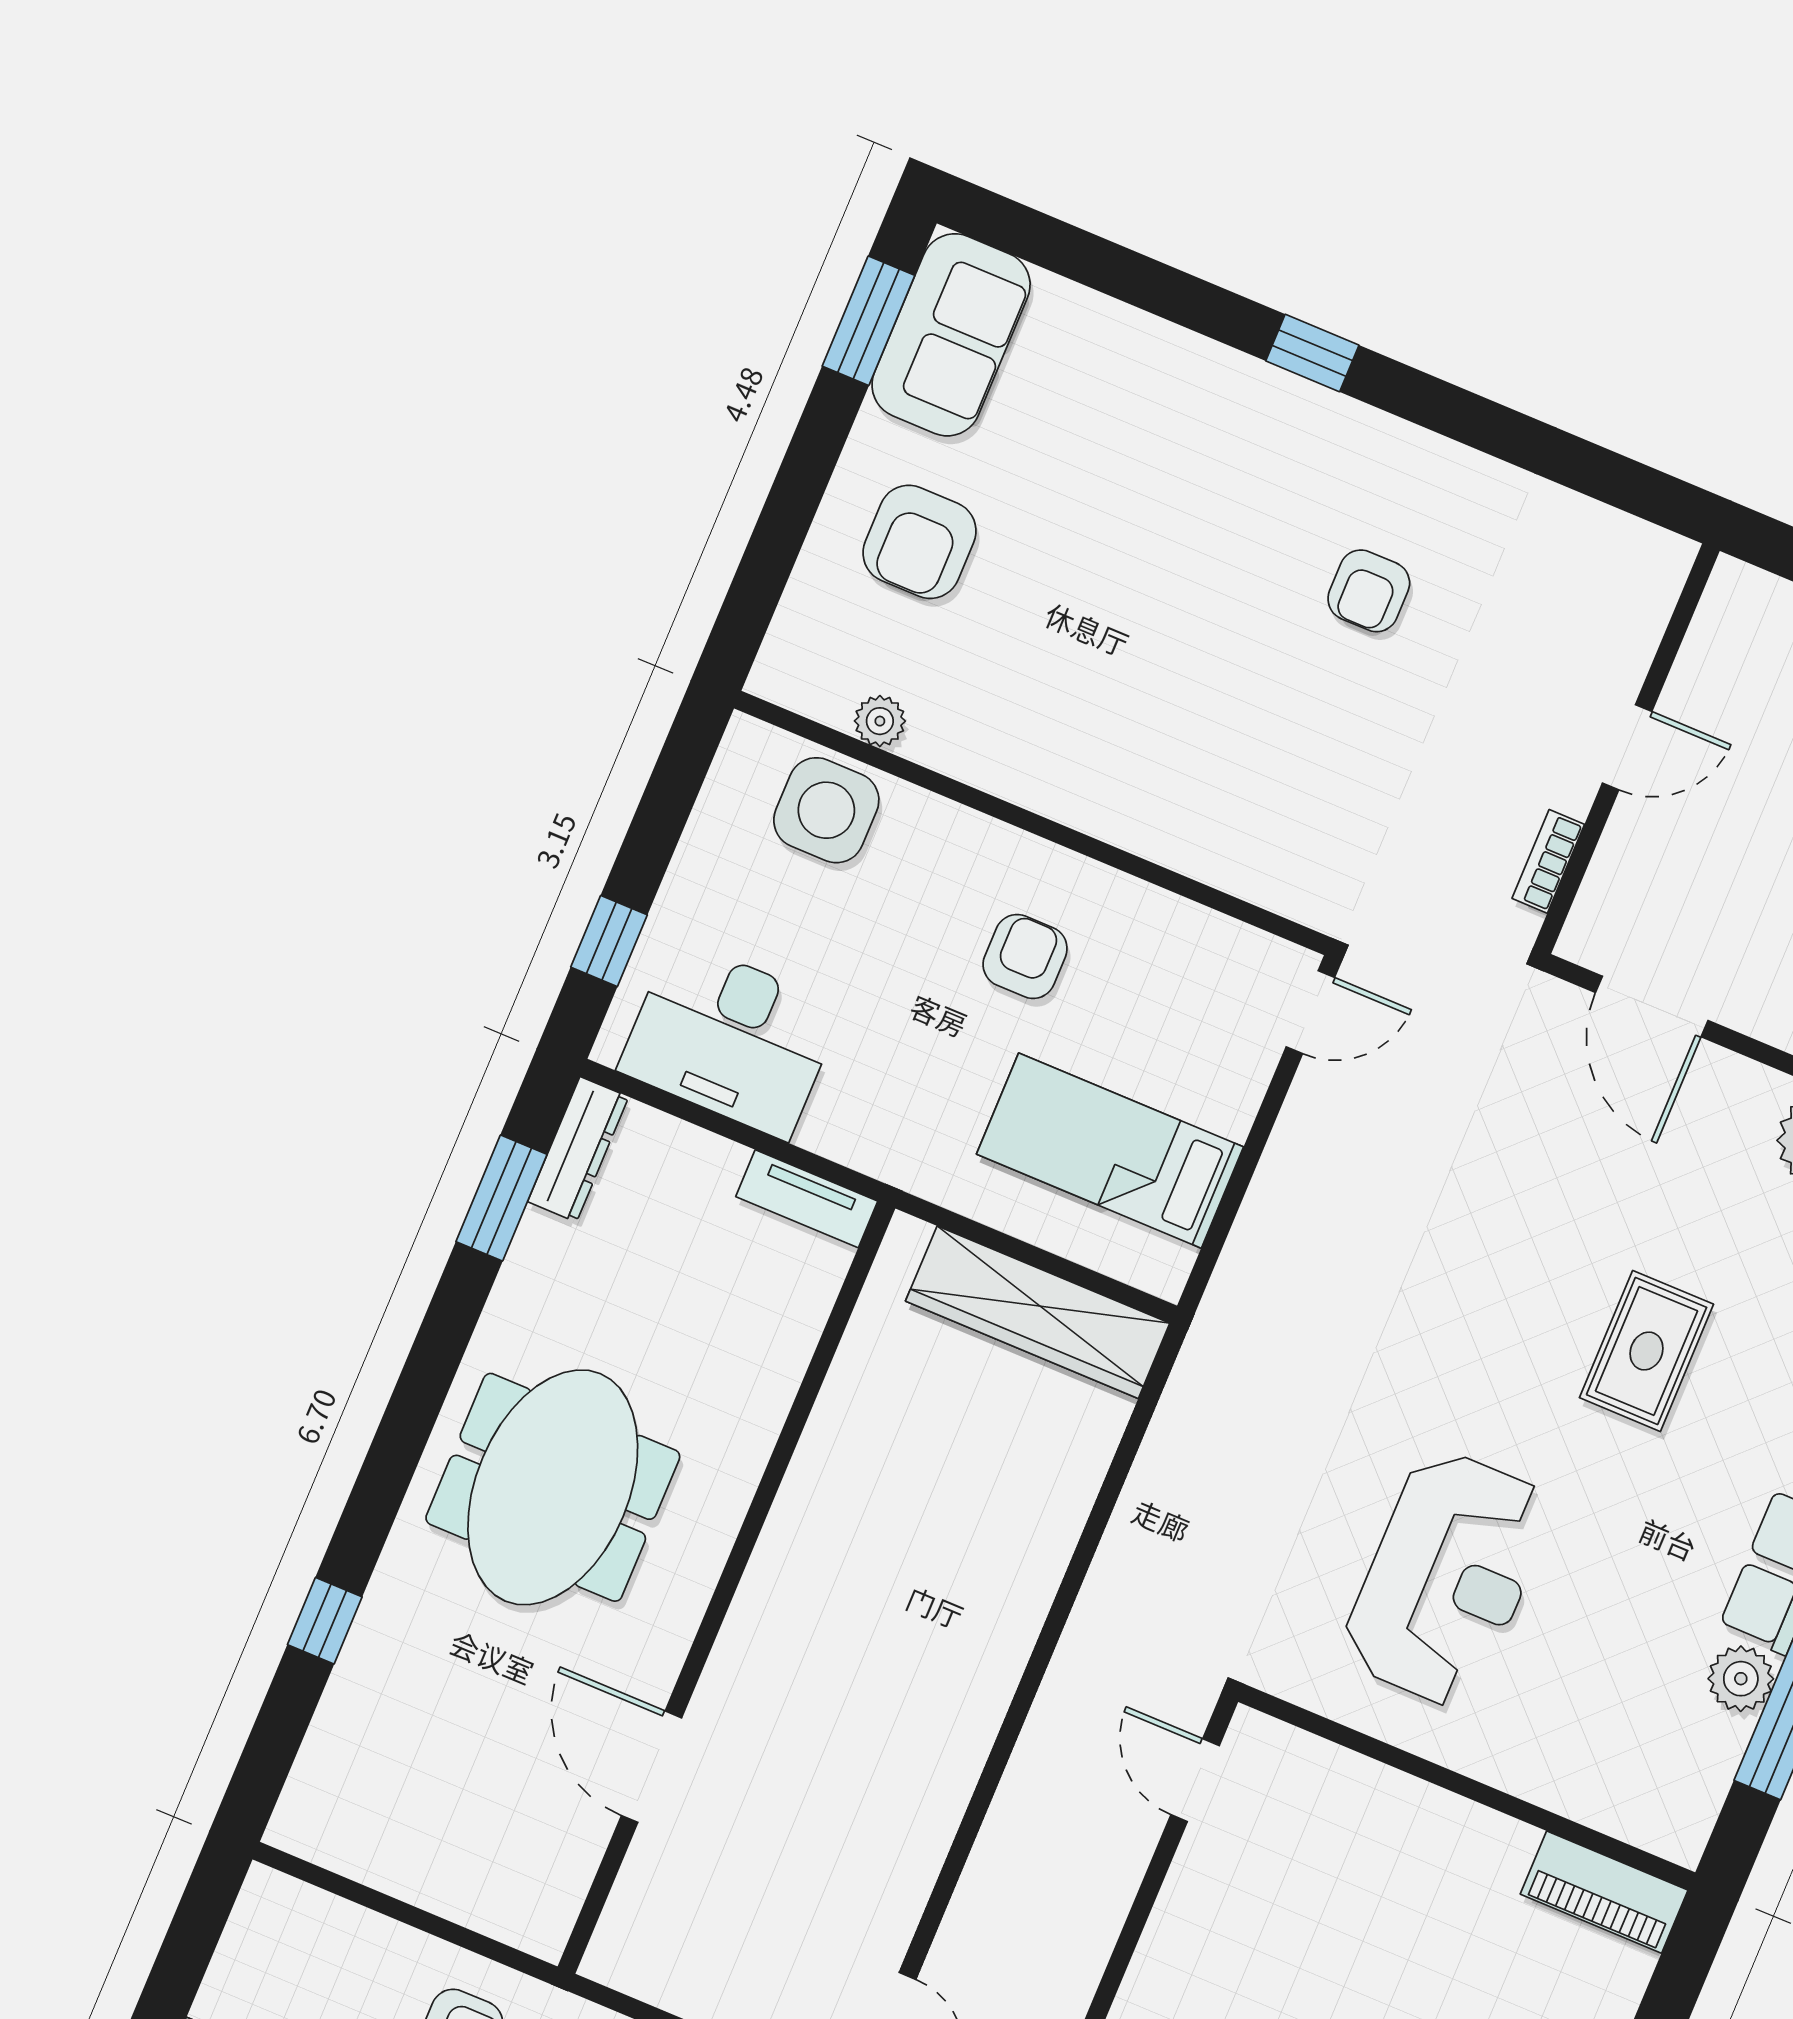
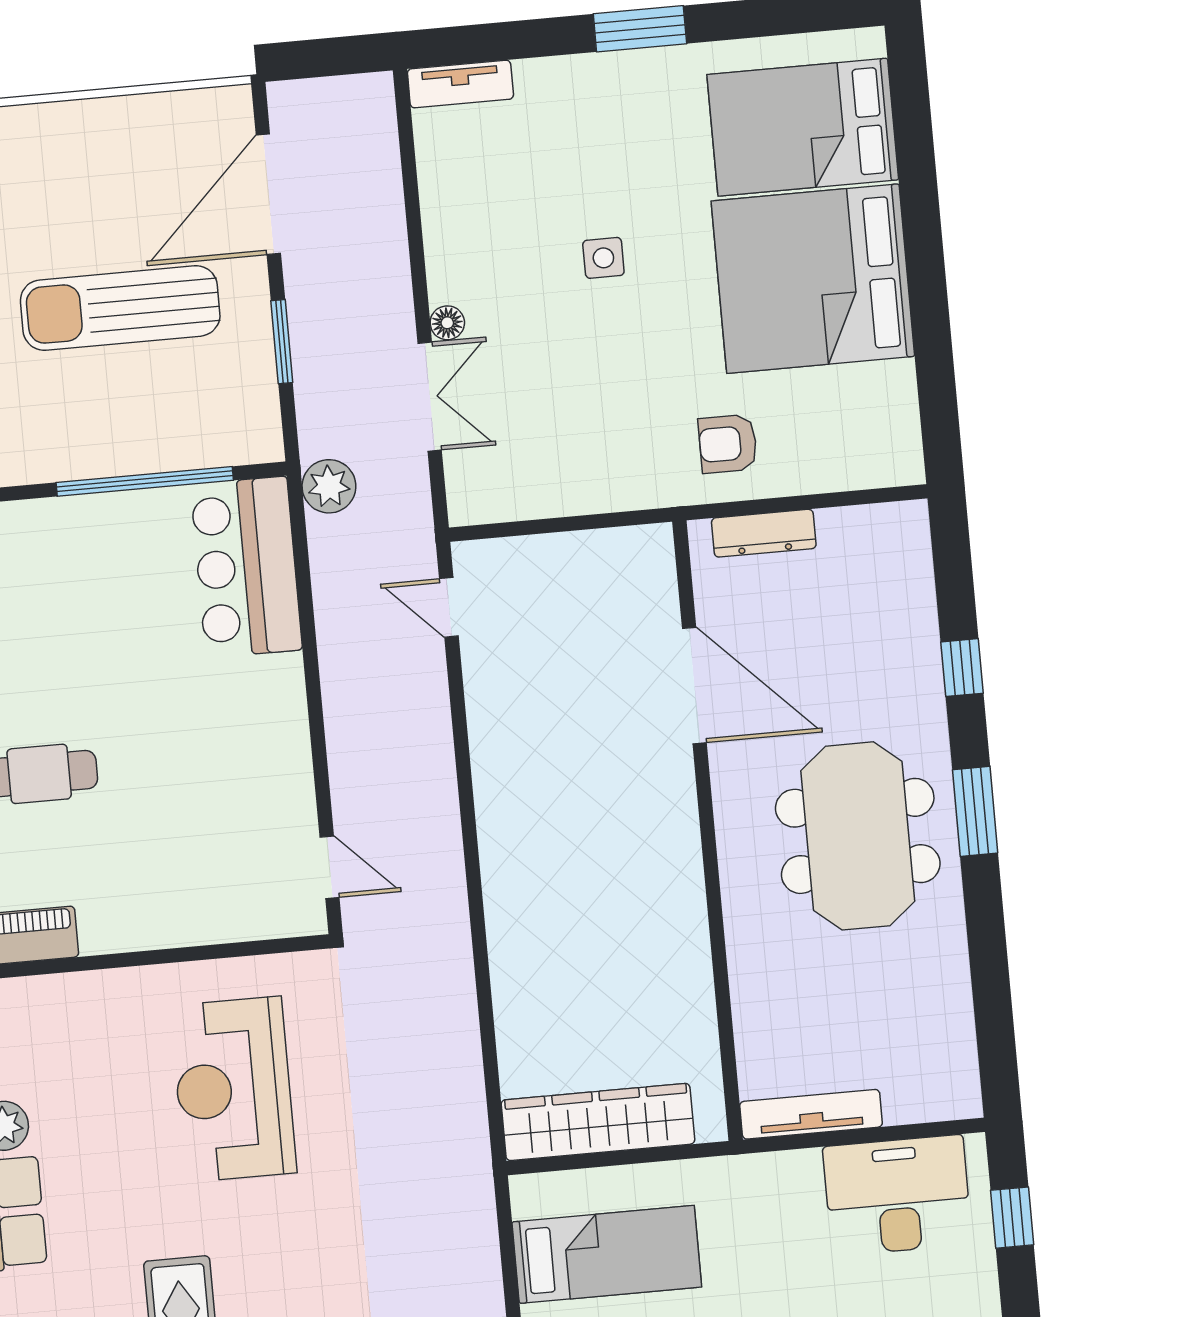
dresser: (578, 1149) -> (764, 533), moved, turned -90
window: (502, 1198) -> (975, 811), moved
tv unit: (807, 1199) -> (811, 1114), width x1.41
door: (652, 1767) -> (694, 685), width x1.36

